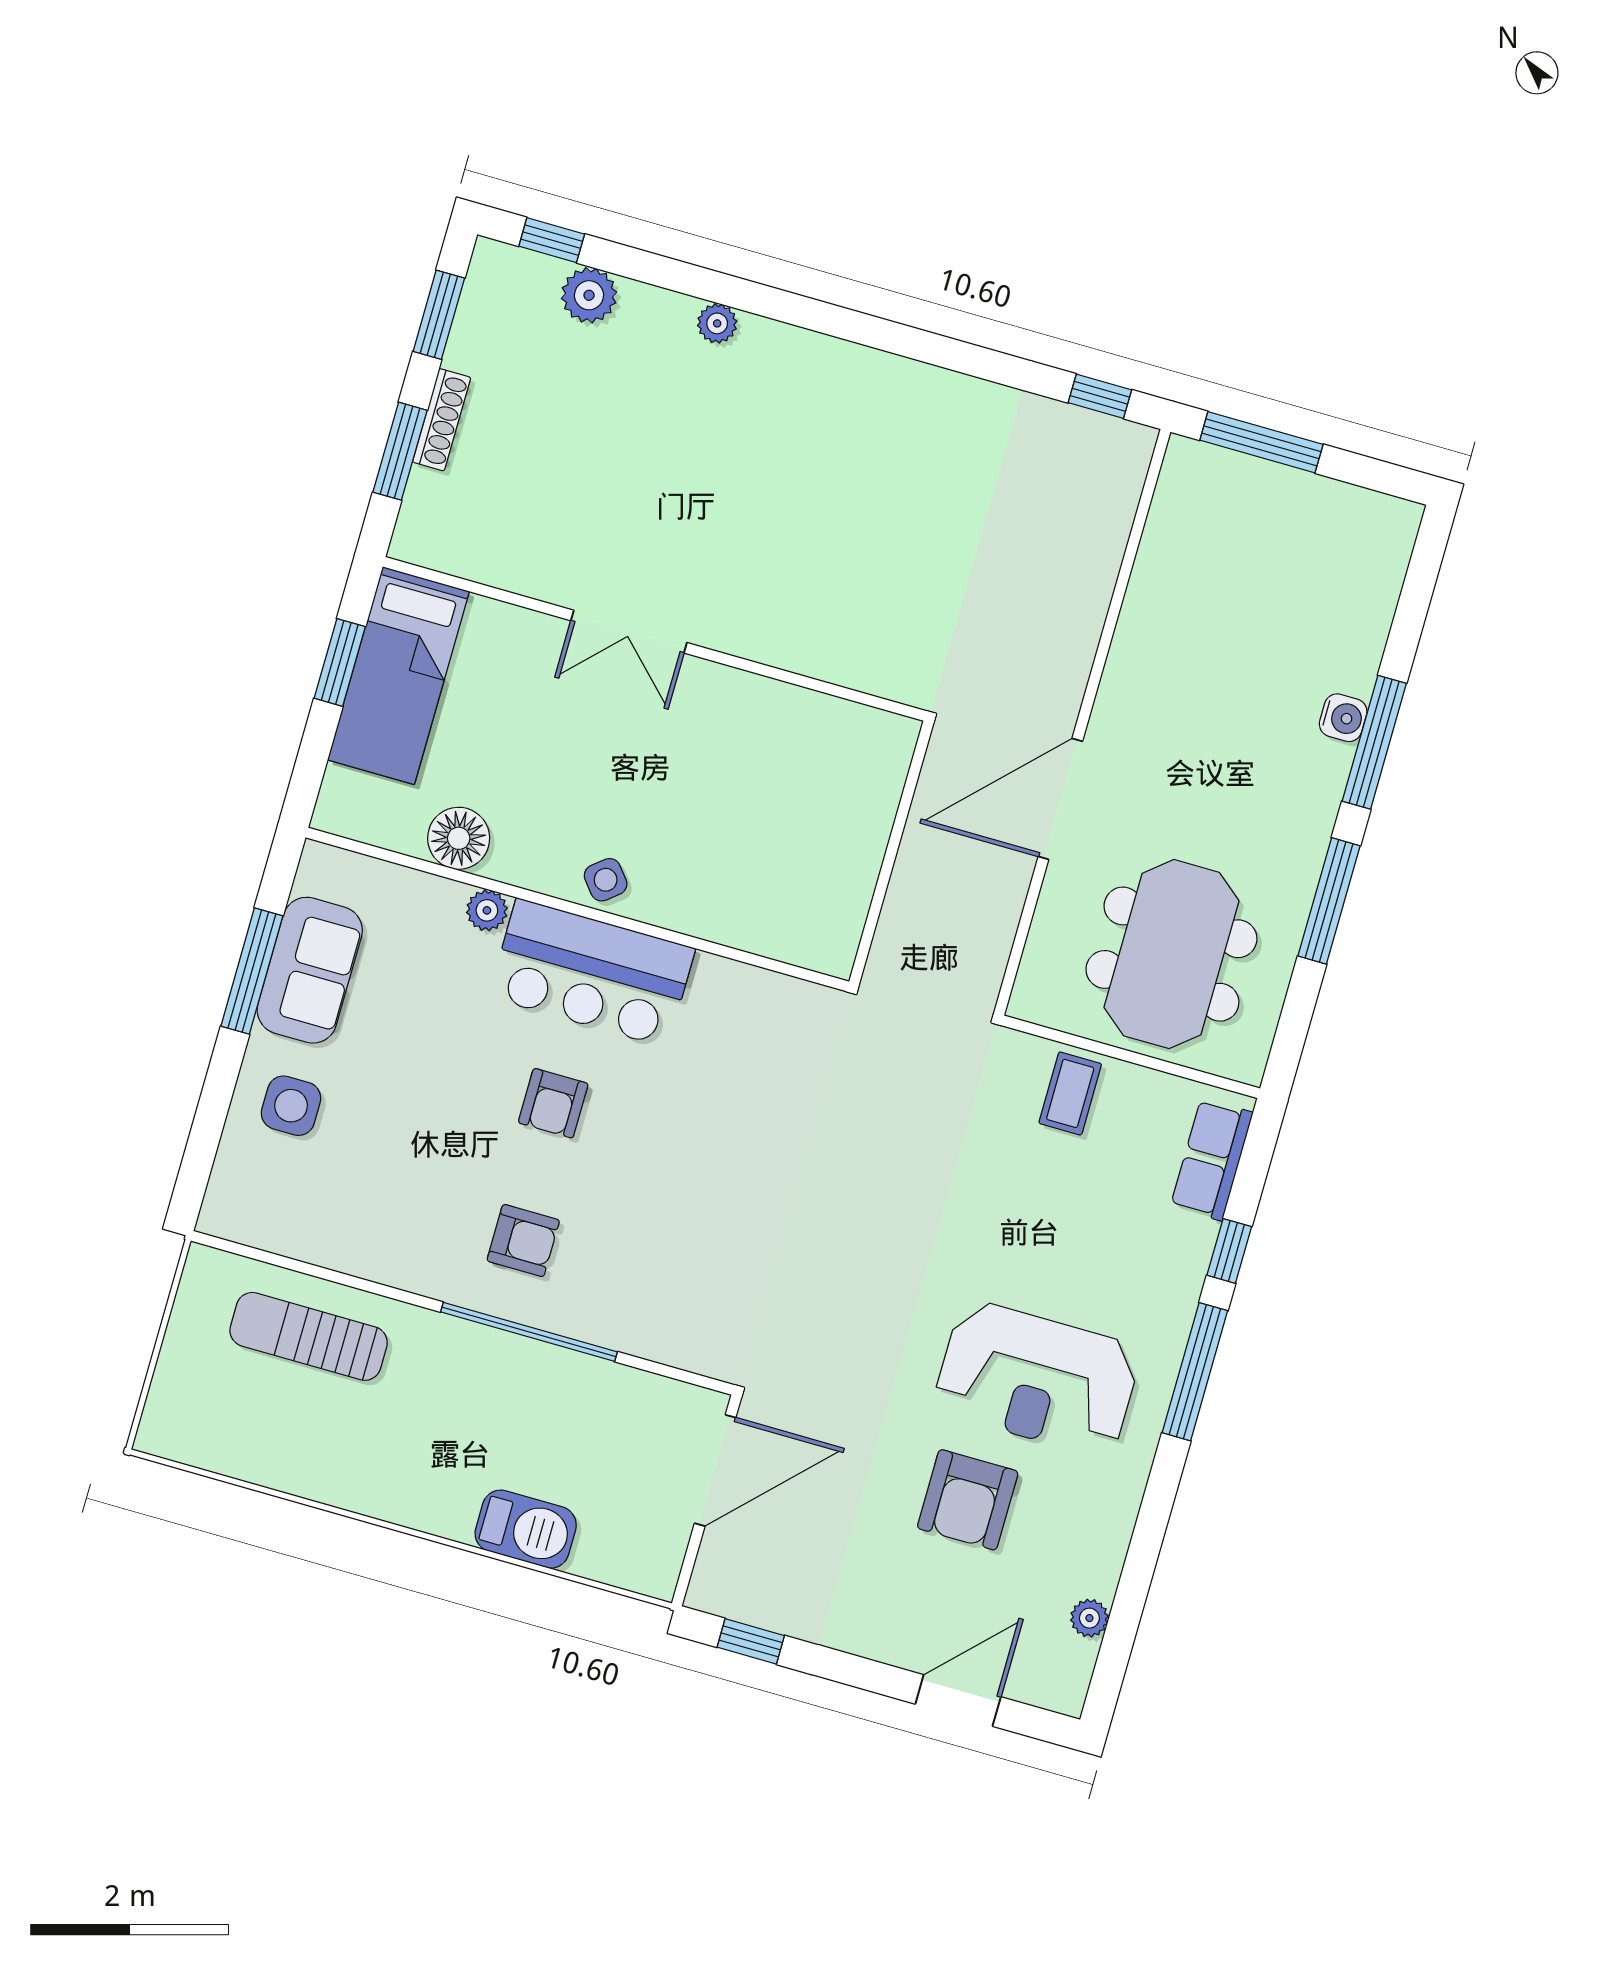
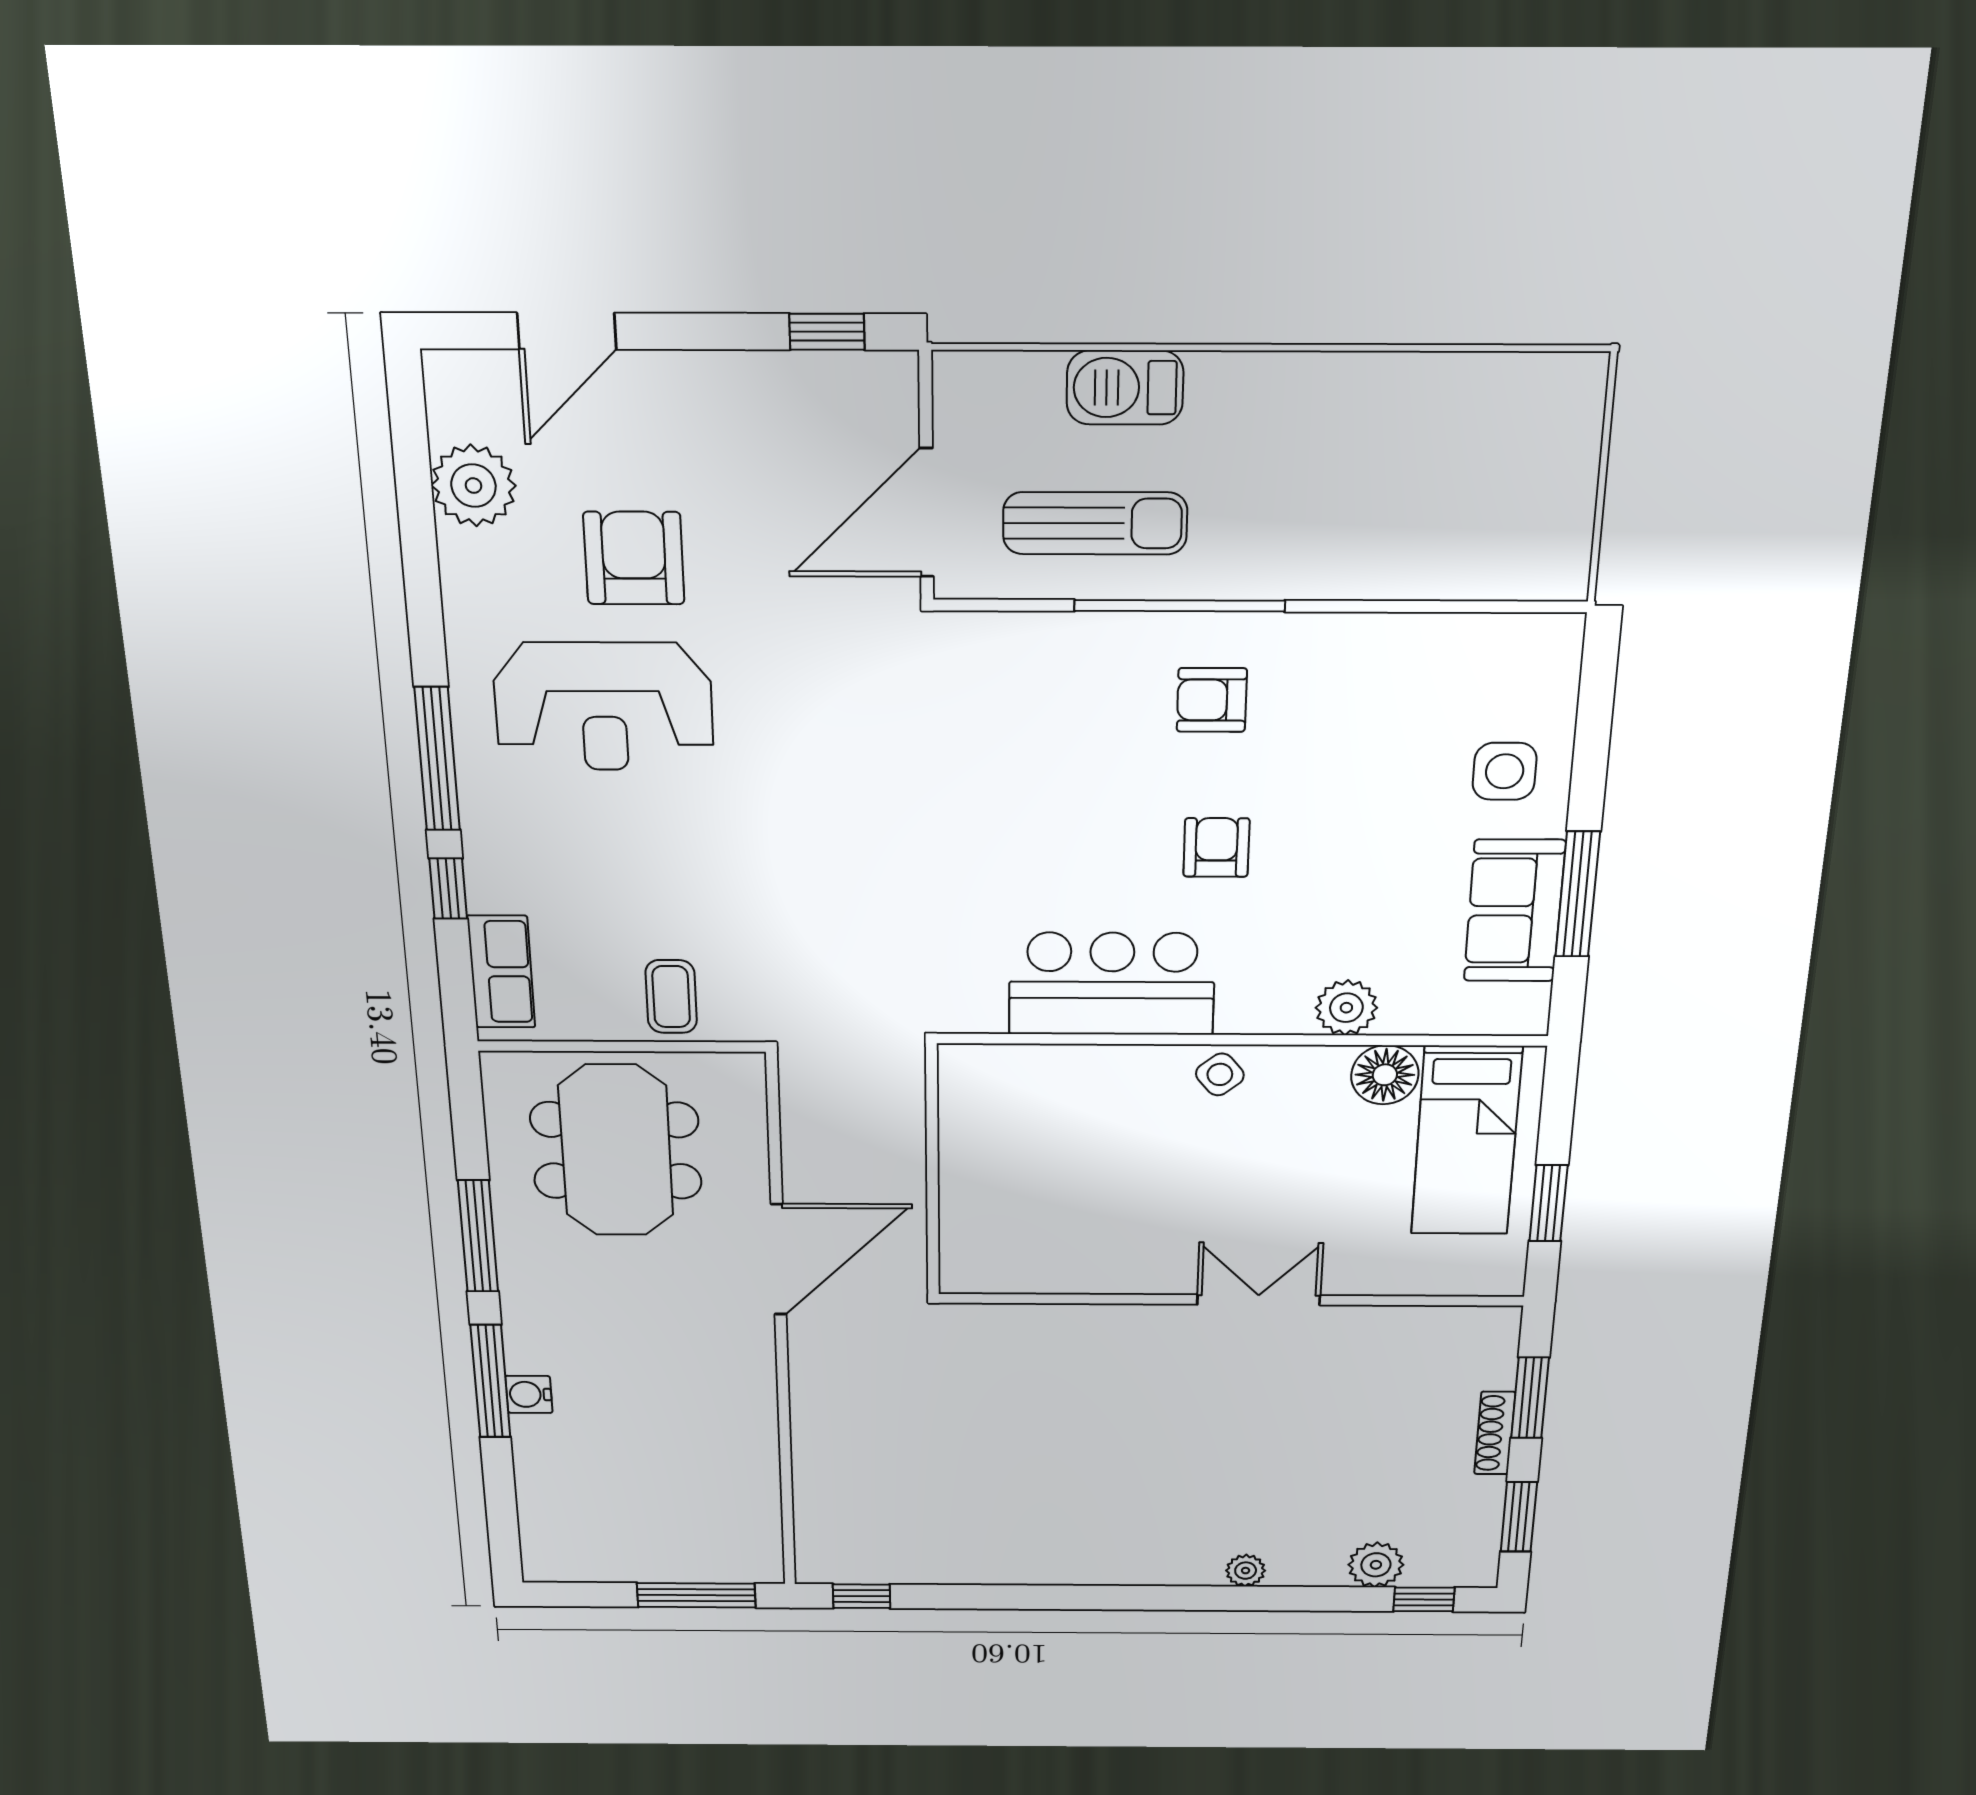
bed: (398, 676) -> (1466, 1141), moved, turned 180
plant: (487, 910) -> (1346, 1008), width x1.38, depth x1.38
bar counter: (592, 973) -> (1112, 984), moved
sun lounger: (309, 1336) -> (1095, 523), moved
reception desk: (1037, 1379) -> (604, 707), turned 180
plant: (1089, 1618) -> (473, 486), width x1.88, depth x1.88

